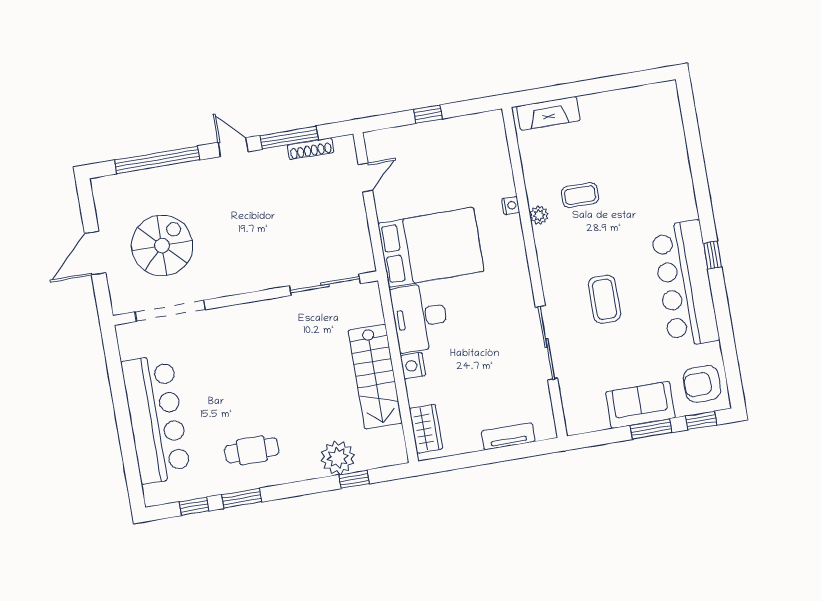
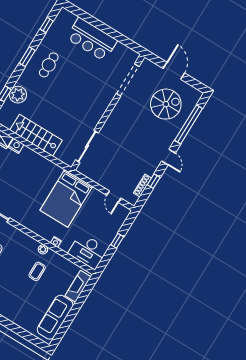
sofa: (626, 107) -> (55, 317), added
window: (289, 138) -> (154, 181), width x0.46
door: (233, 147) -> (168, 157), hinge flipped
spiral stairs: (162, 246) -> (166, 104), moved, turned -90
desk: (420, 317) -> (88, 251), moved, turned 180
nightstand: (413, 366) -> (16, 146), moved
bar counter: (156, 419) -> (92, 39), width x0.73
window: (242, 498) -> (27, 57), moved

